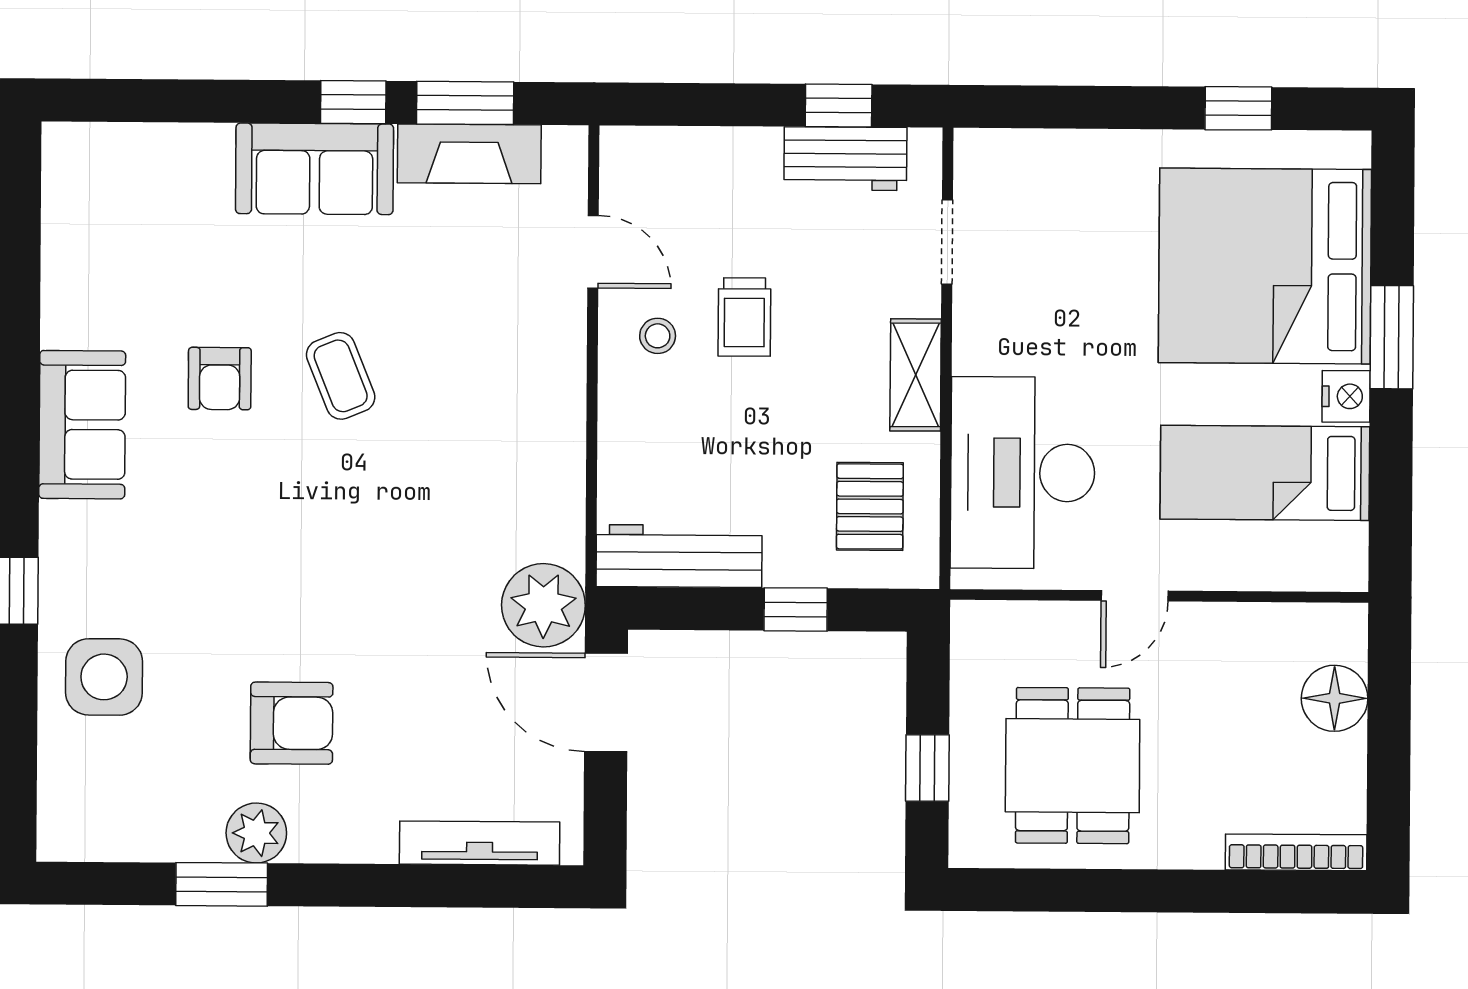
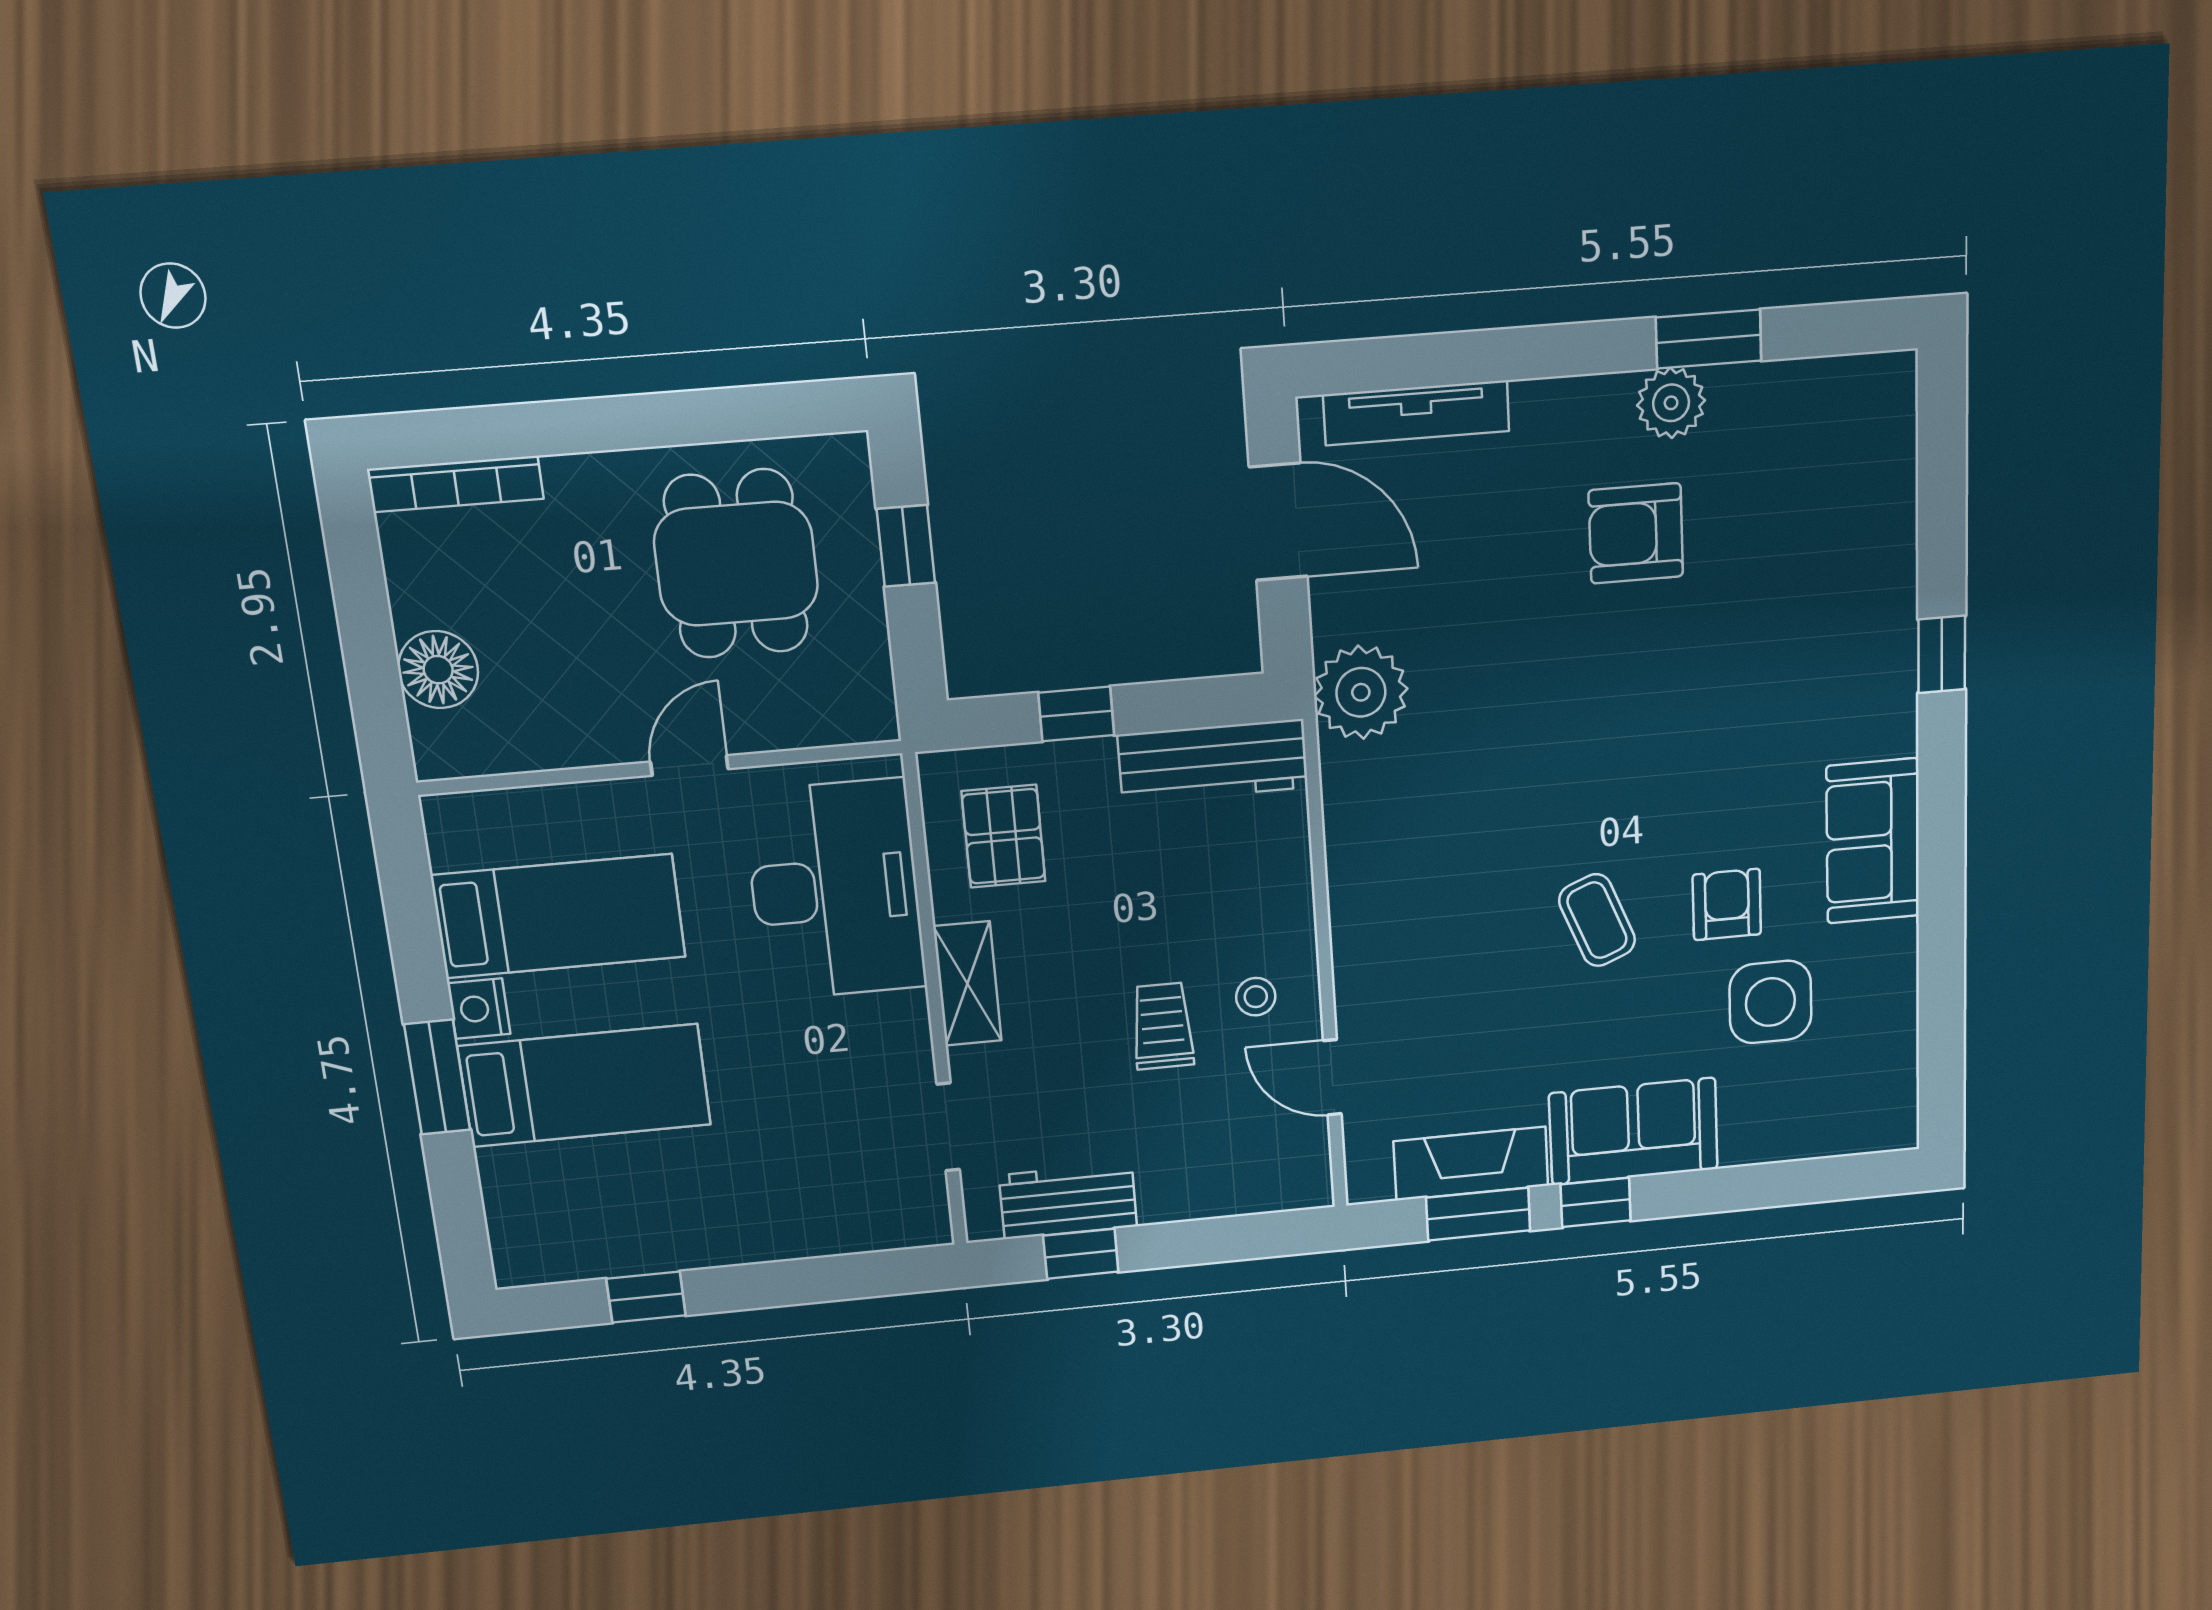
bed: (1265, 266) -> (585, 1085), width x0.49
side table: (104, 677) -> (1770, 1002), moved
door: (606, 702) -> (1278, 522), moved

